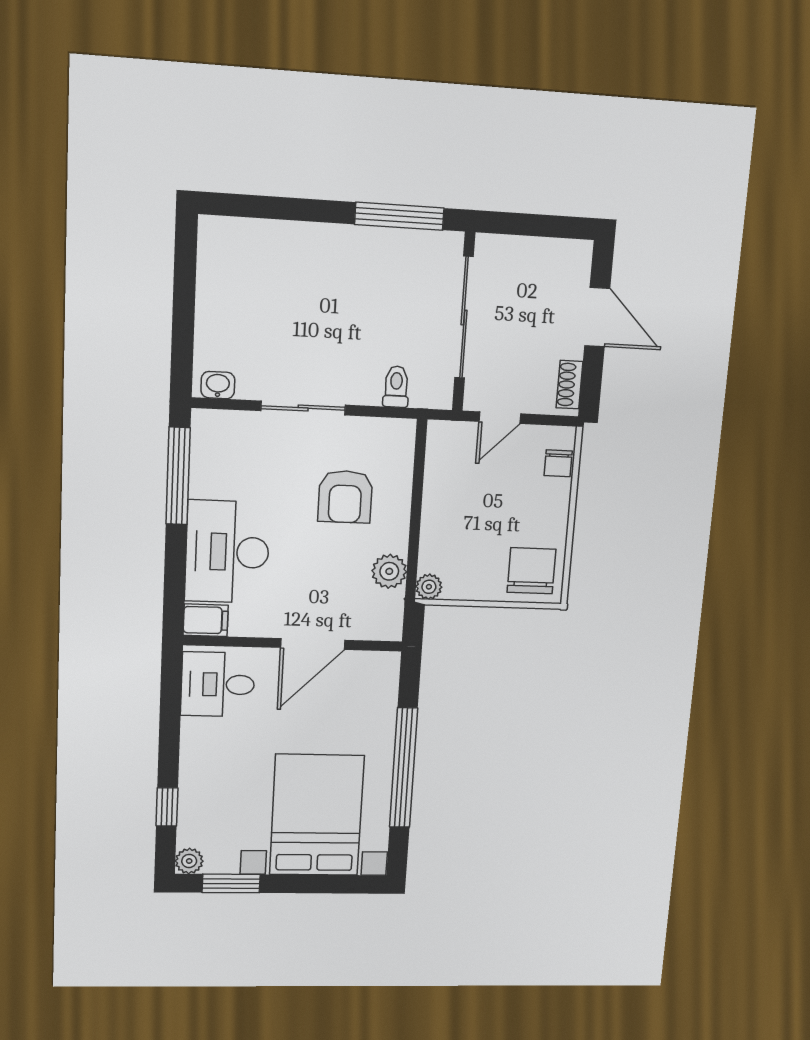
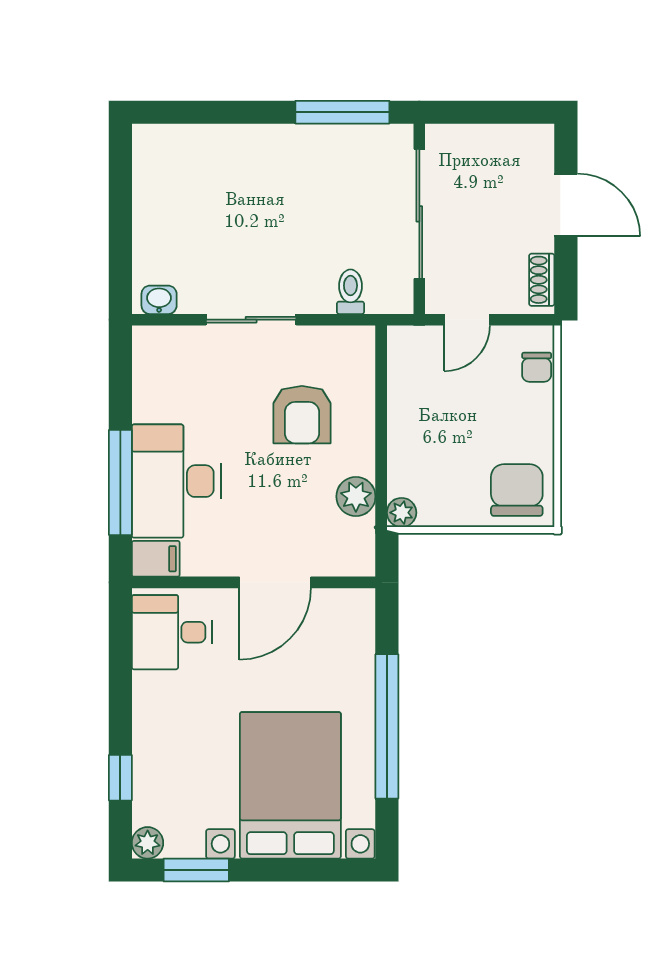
window: (178, 476) -> (120, 482), moved

